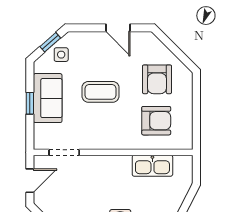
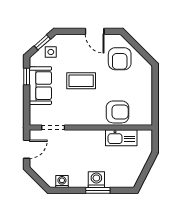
armchair: (157, 79) -> (120, 59), moved
window: (30, 103) -> (27, 77), moved
armchair: (156, 121) -> (118, 112), moved

